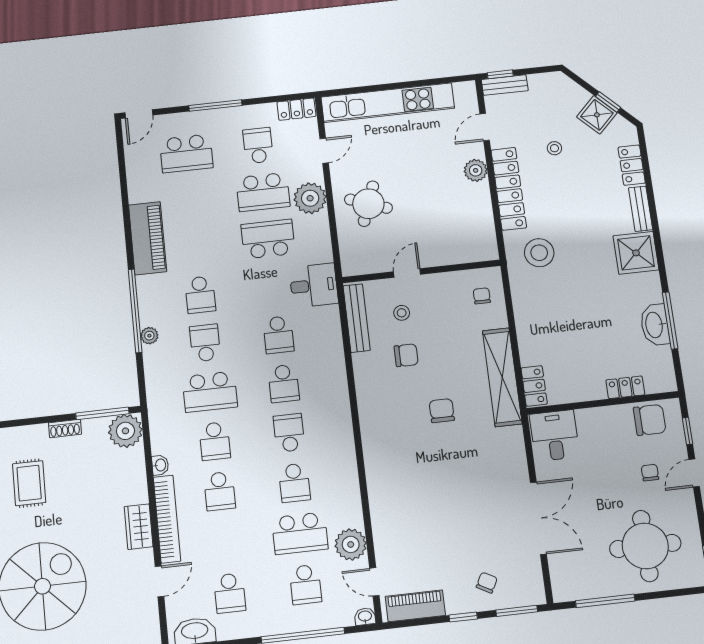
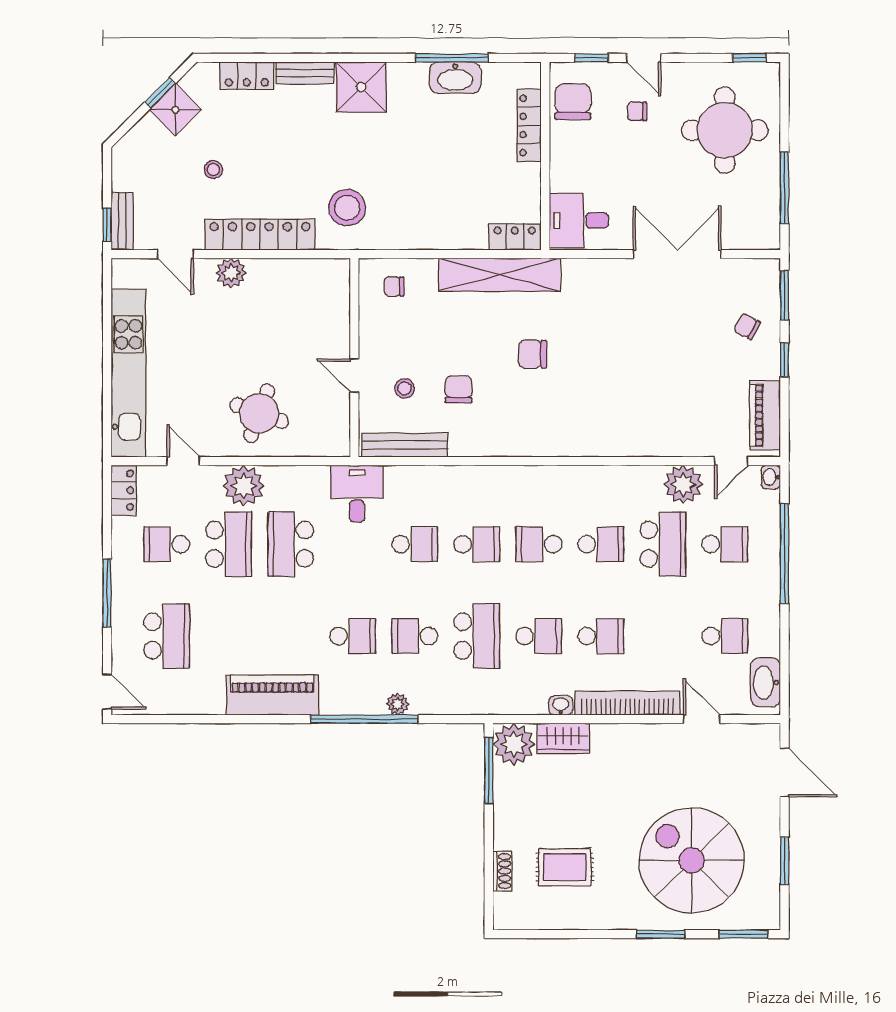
locker: (625, 387) -> (529, 125), width x1.53
shoe rack: (65, 428) -> (502, 871), moved
wardrobe: (139, 527) -> (563, 738), moved

